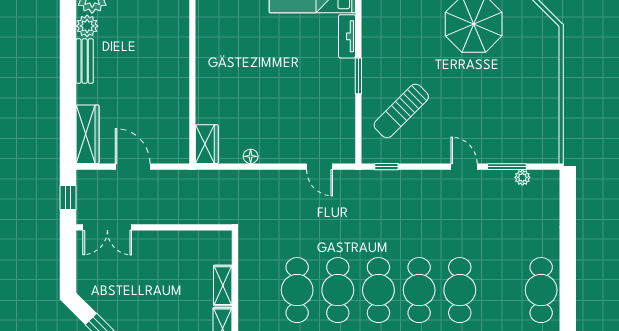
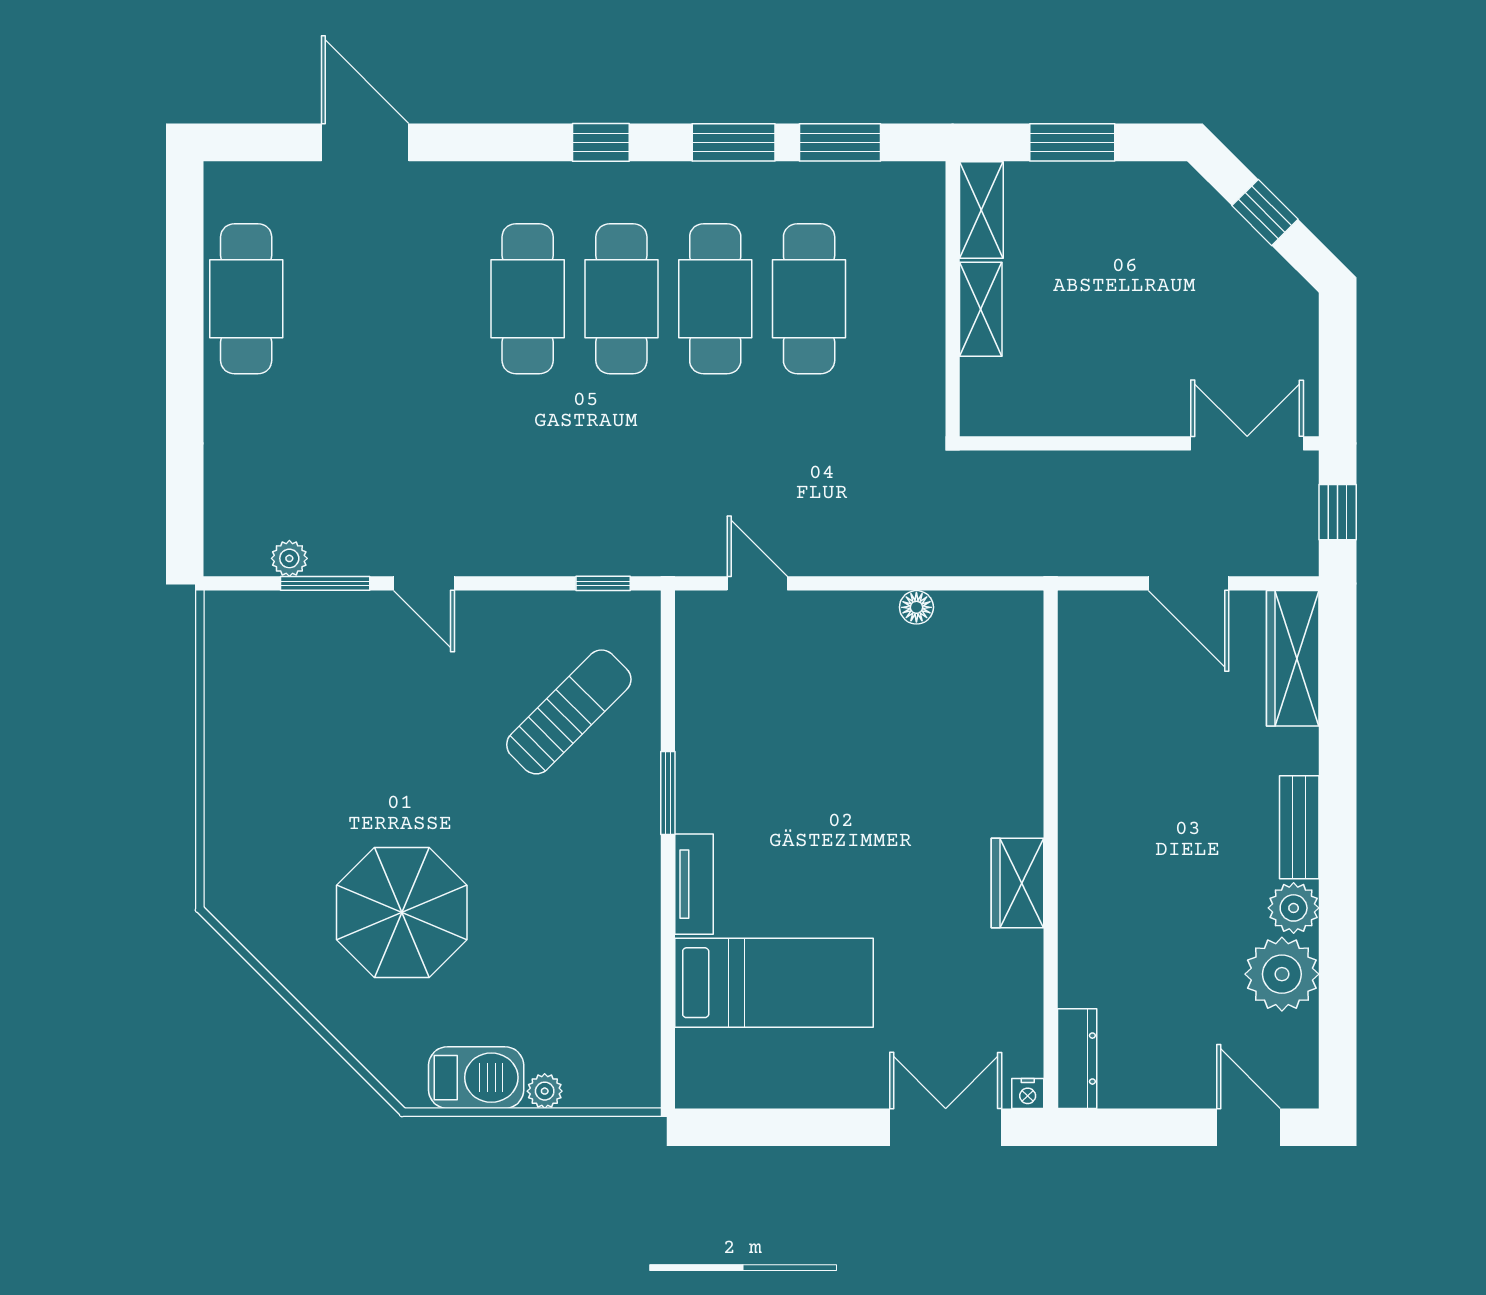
wardrobe: (207, 144) -> (1018, 883), moved
cafe table: (460, 290) -> (434, 299), removed

